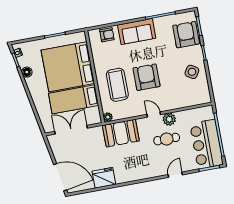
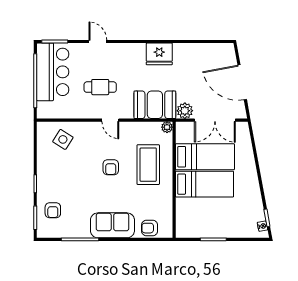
armchair: (186, 35) -> (53, 210), width x0.53, depth x0.53
bed: (68, 67) -> (204, 184), width x0.49
floor lamp: (27, 72) -> (256, 201), removed
side table: (192, 72) -> (63, 139), moved
armchair: (147, 77) -> (111, 167), width x0.53, depth x0.53
plant: (169, 119) -> (185, 111), moved
door: (175, 175) -> (98, 42), swing flipped
door: (60, 177) -> (242, 82), moved
fridge: (104, 178) -> (159, 54), moved

